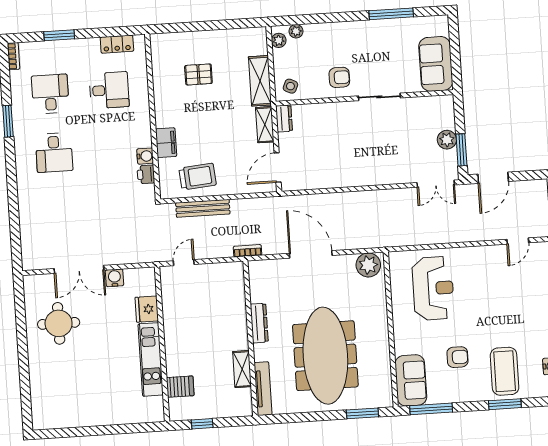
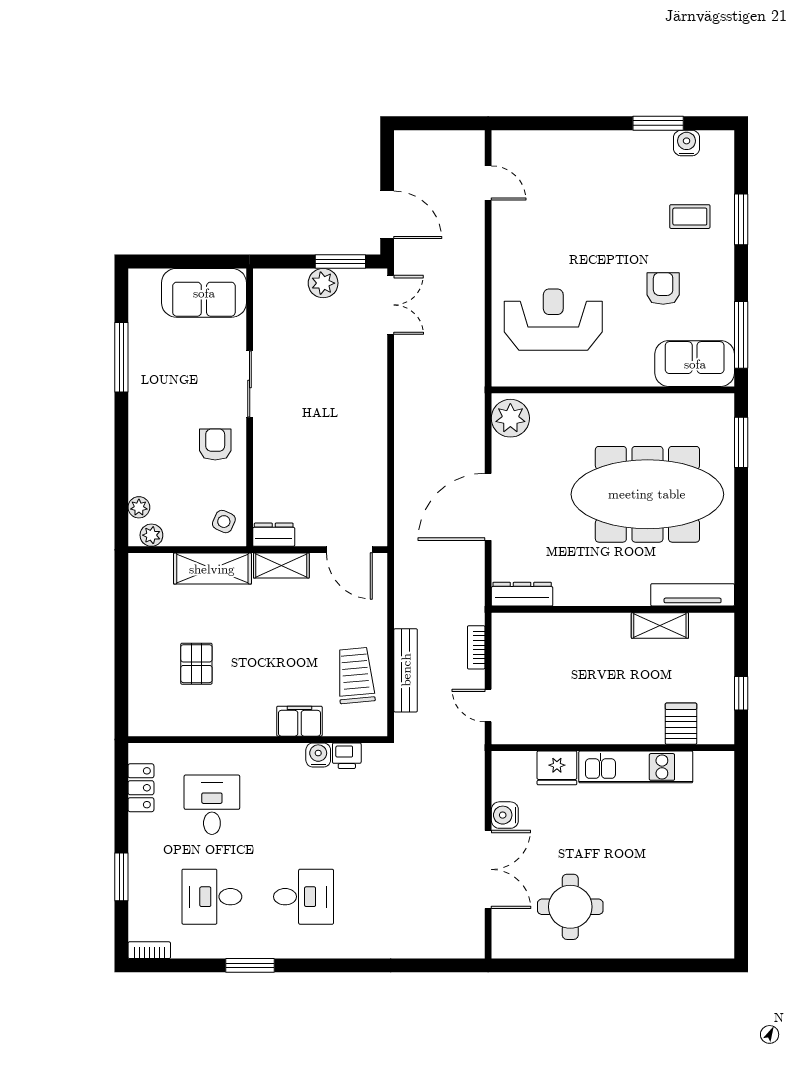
bookcase: (248, 251) -> (476, 647), moved
dresser: (259, 323) -> (522, 594), moved
coffee table: (505, 371) -> (690, 217), width x0.54, depth x0.58

